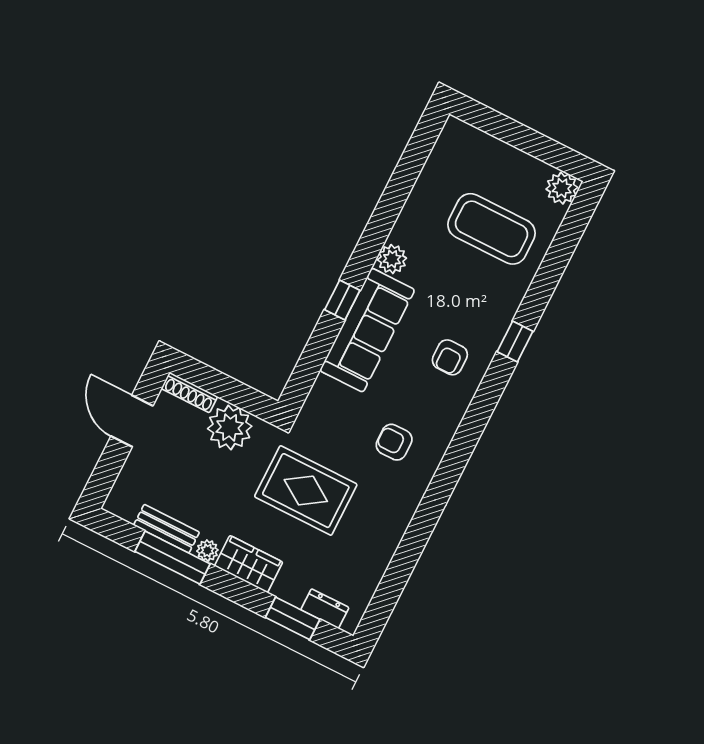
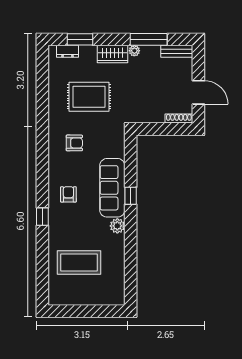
plant: (562, 188) -> (56, 297), removed
plant: (230, 427) -> (152, 112), removed
rug: (306, 491) -> (89, 97), moved
bench: (167, 529) -> (177, 51), moved

